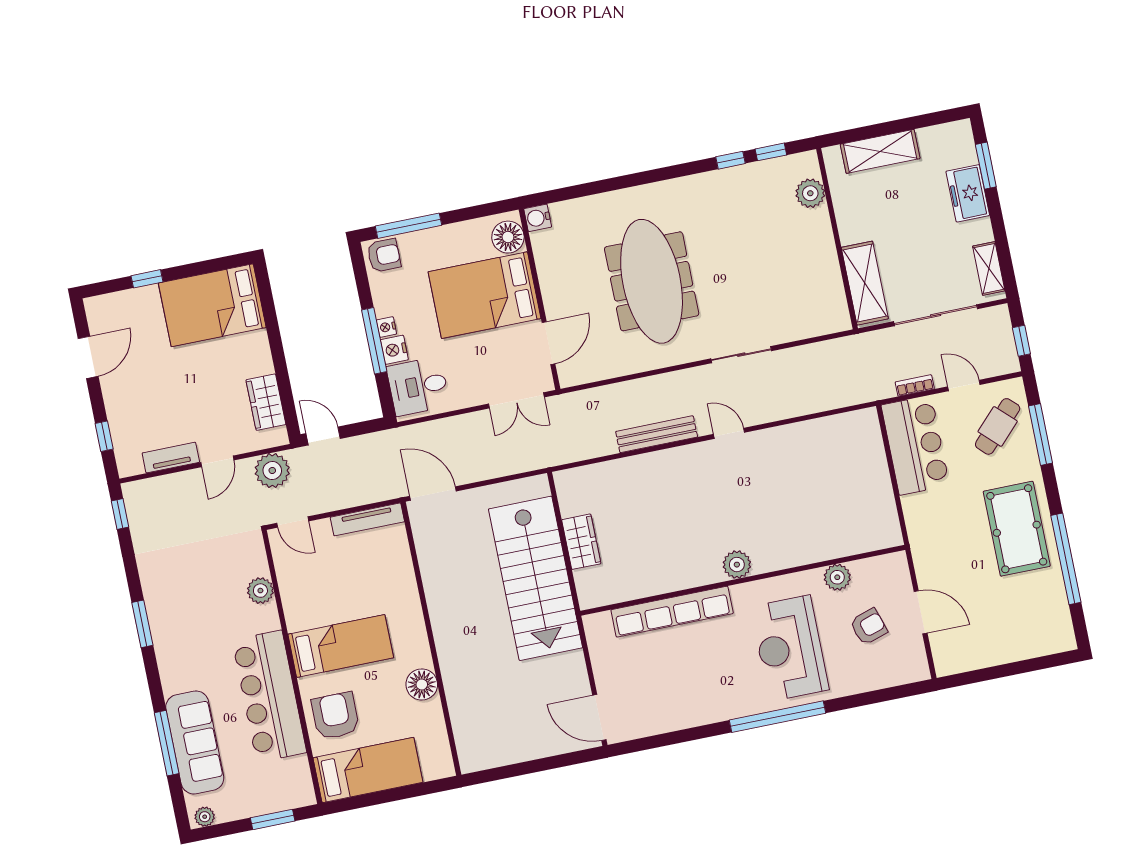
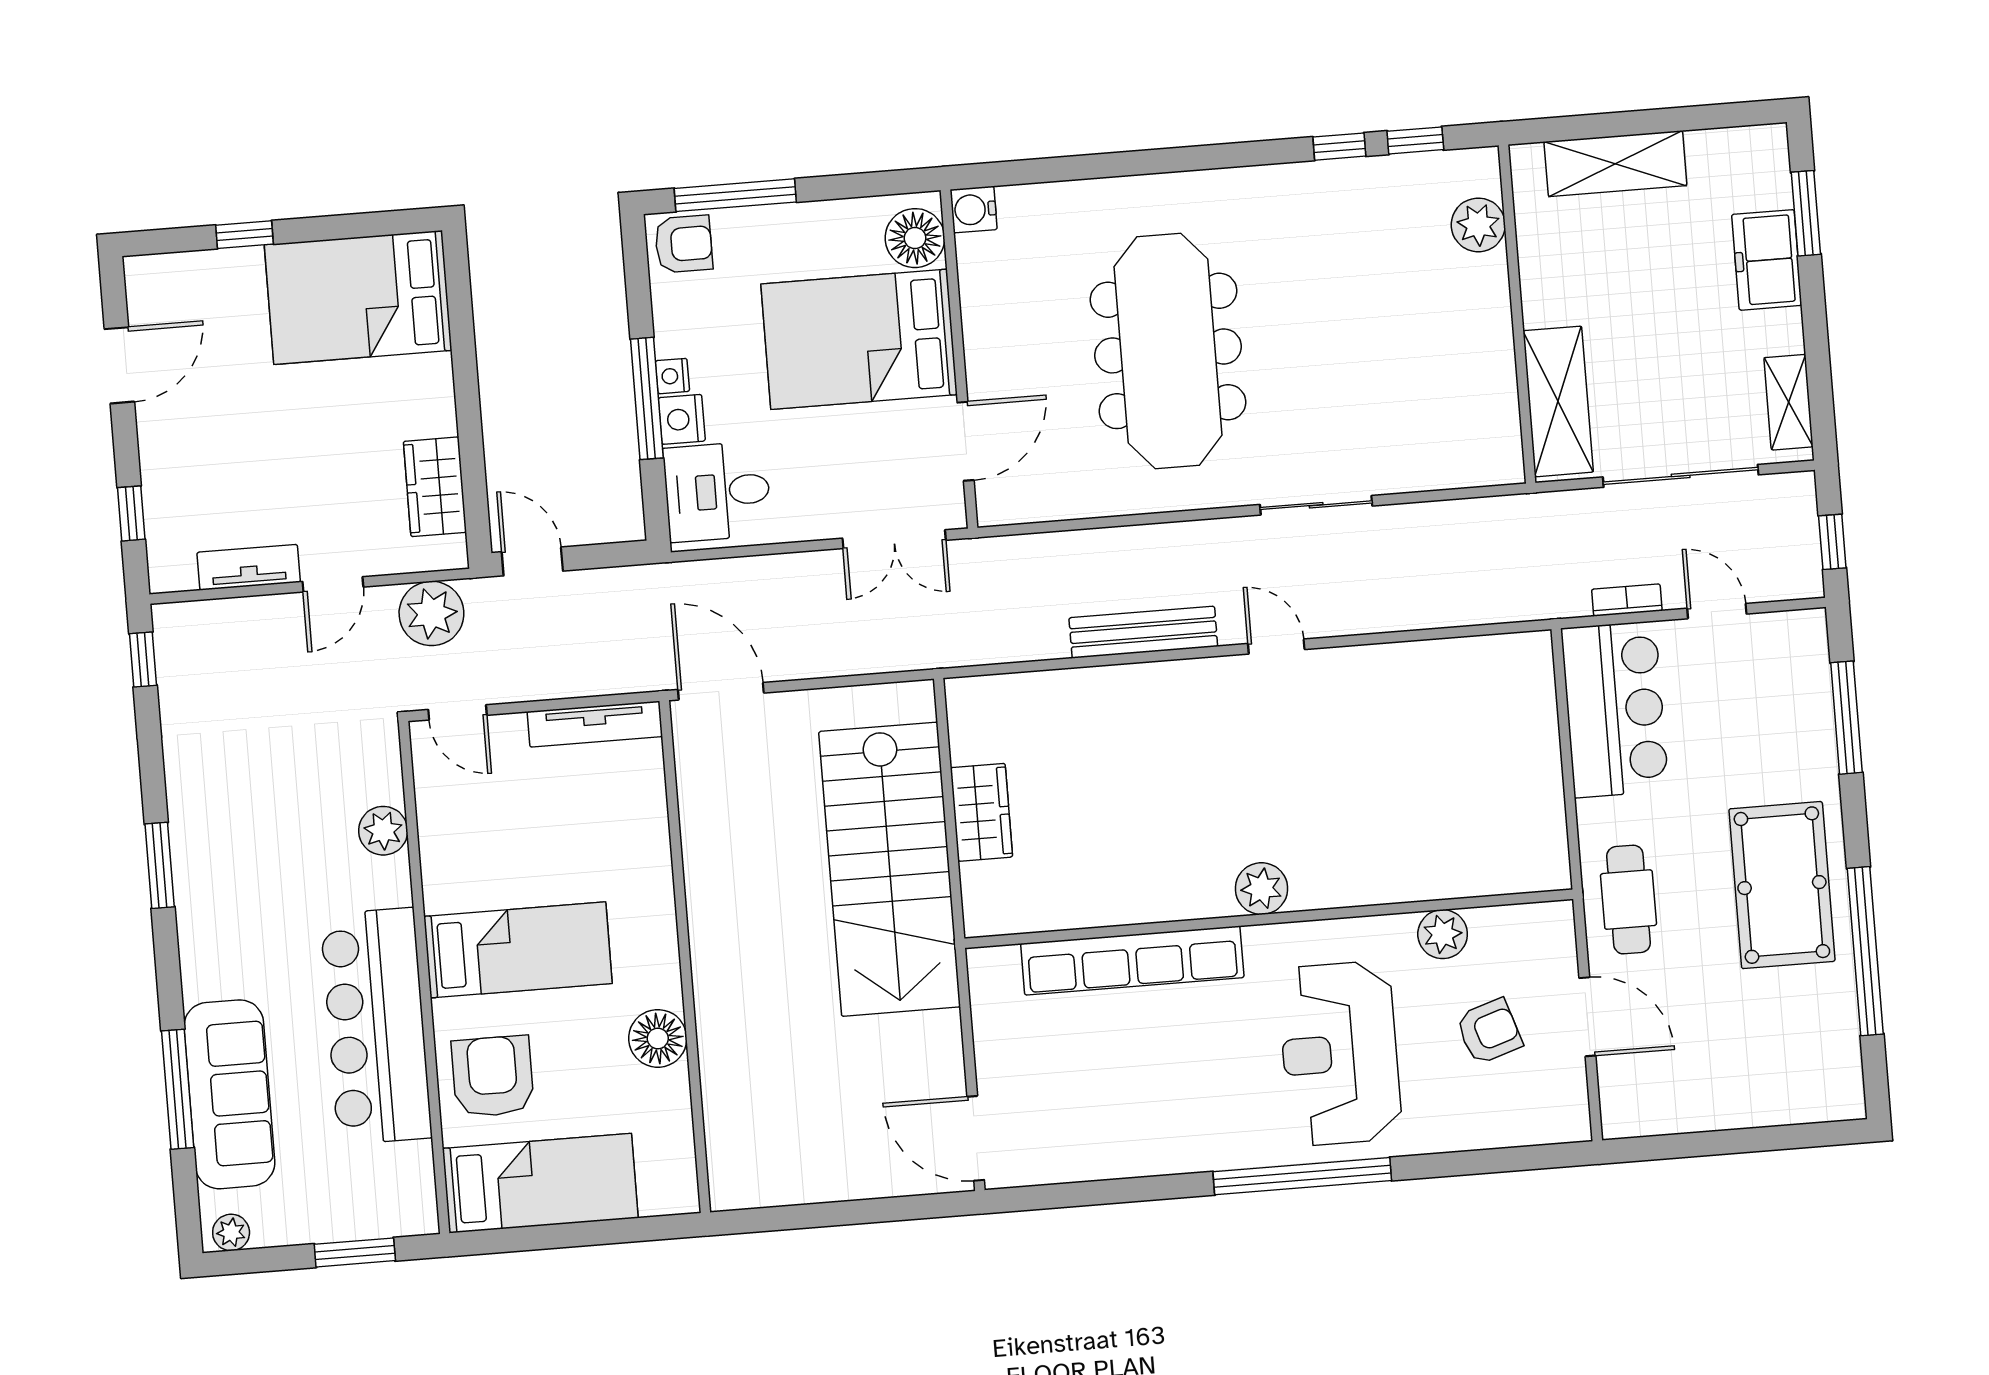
cafe table: (998, 426) -> (1628, 900), moved, turned -44

